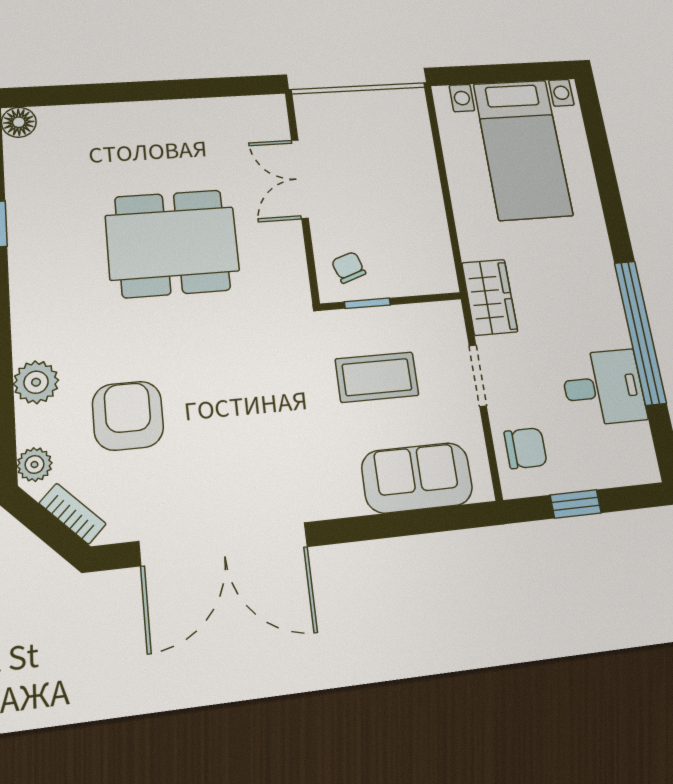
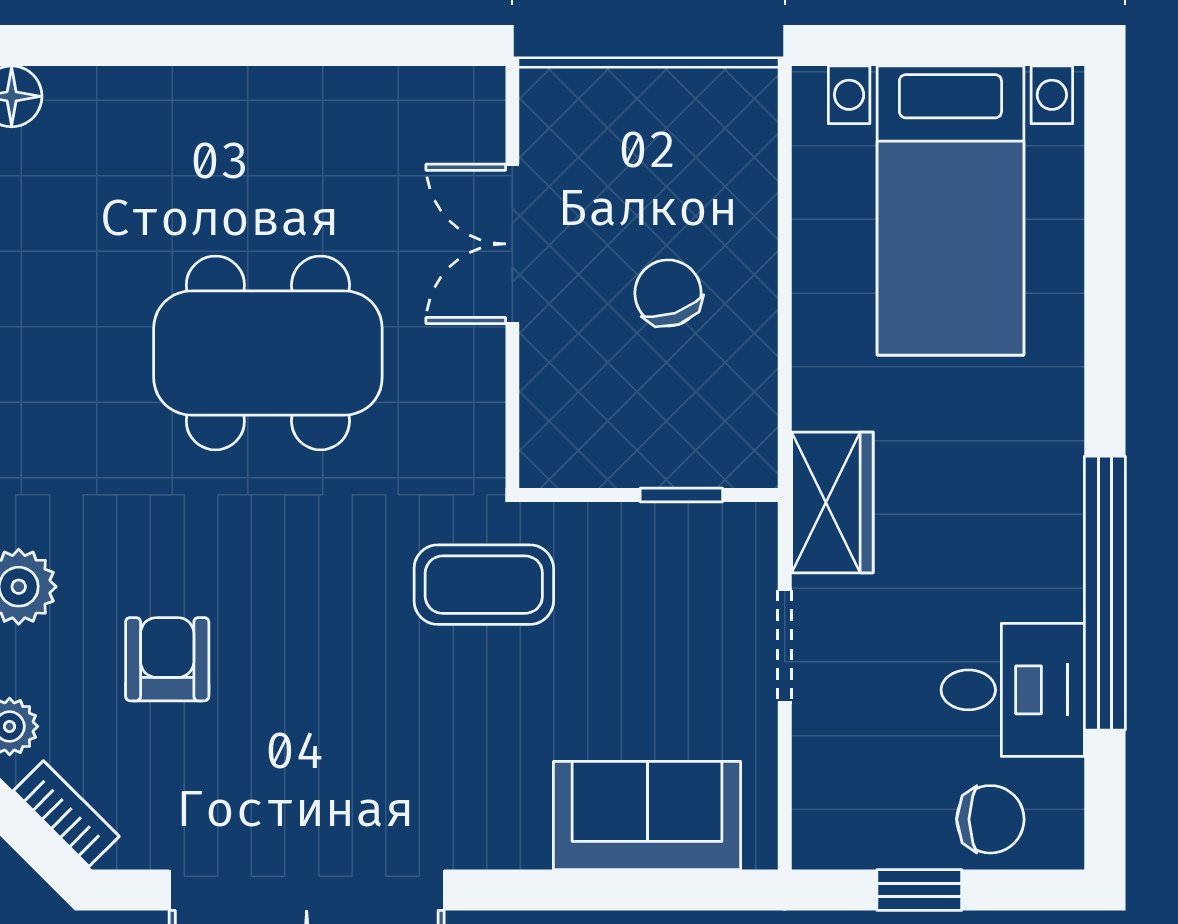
chair: (349, 267) -> (668, 293), moved, width x1.37, depth x1.37
window: (367, 303) -> (681, 495), moved
coffee table: (377, 377) -> (484, 585), moved
armchair: (128, 416) -> (167, 659), width x0.72, depth x0.72
chair: (526, 448) -> (990, 819), moved

